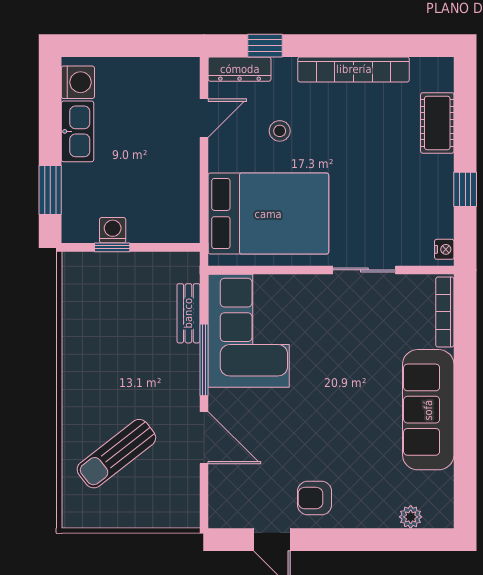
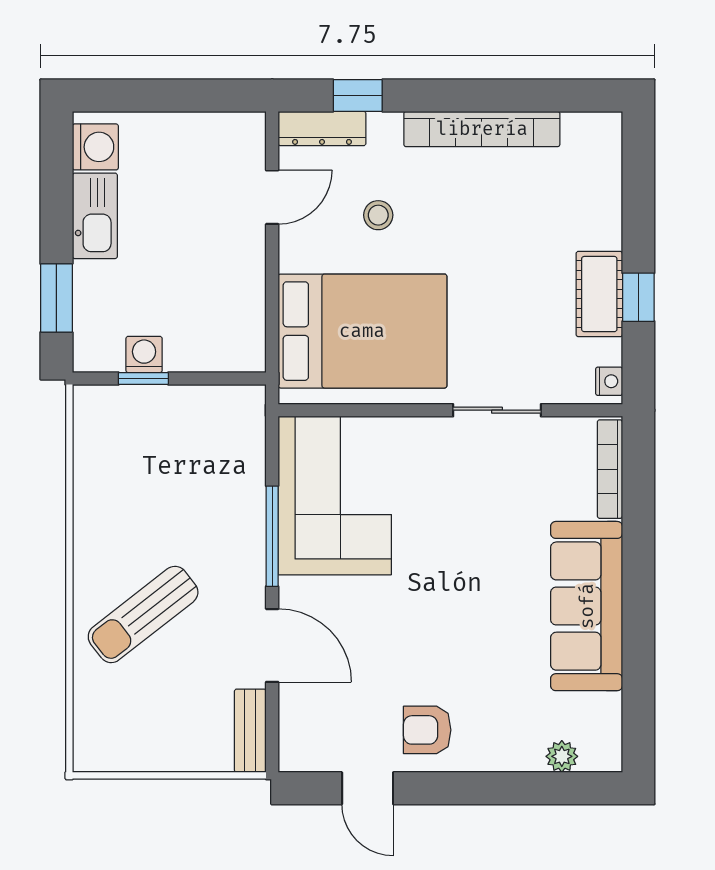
cot: (437, 123) -> (599, 294), moved
bench: (188, 313) -> (250, 731), moved
sun lounger: (116, 454) -> (143, 614), moved

